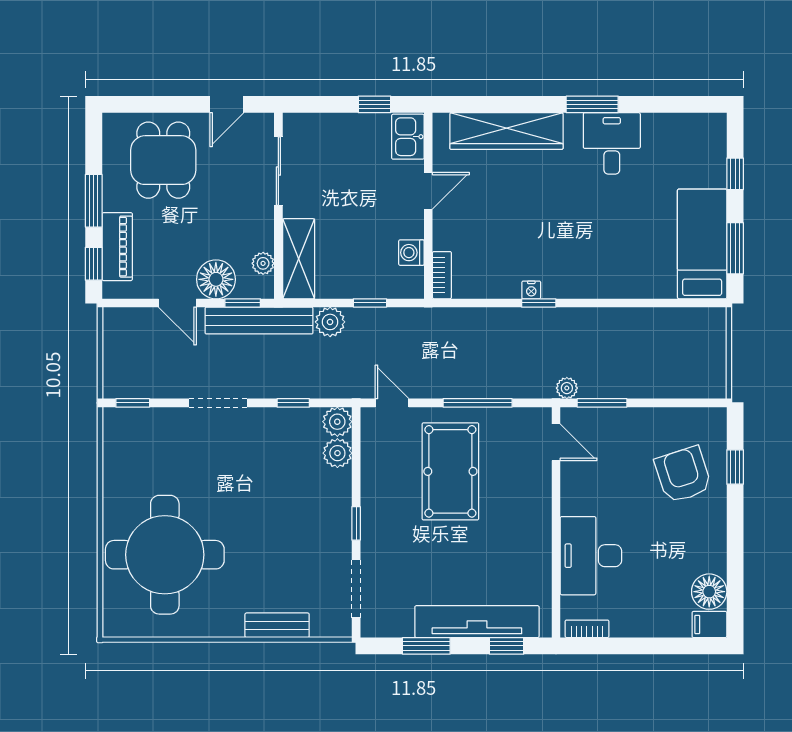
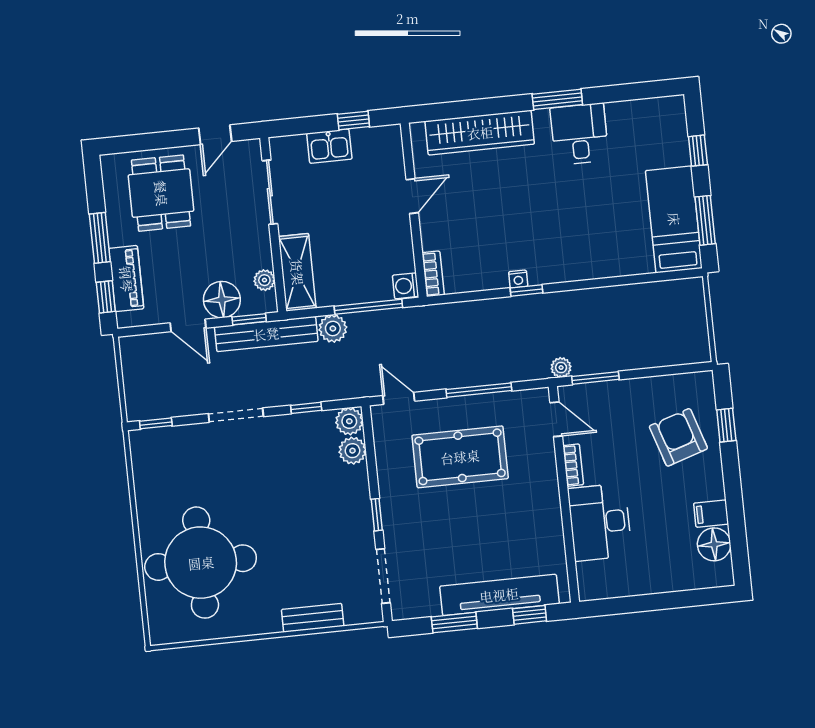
kitchen sink: (408, 137) -> (329, 146), moved, turned -90
washing machine: (411, 253) -> (405, 286), moved
window: (370, 303) -> (368, 307), width x2.17
pool table: (450, 471) -> (460, 457), turned 90
filing cabinet: (709, 624) -> (711, 514), moved
bookcase: (587, 629) -> (573, 465), moved, turned 90

